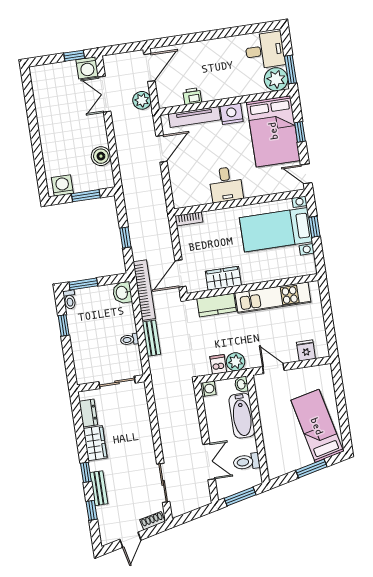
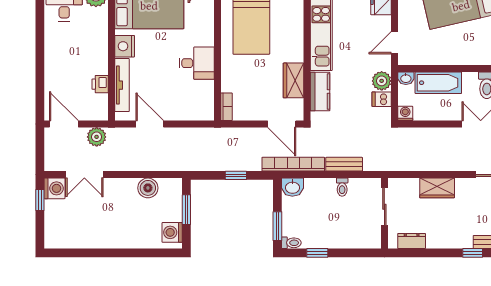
wardrobe: (95, 443) -> (437, 188), moved, turned 180

